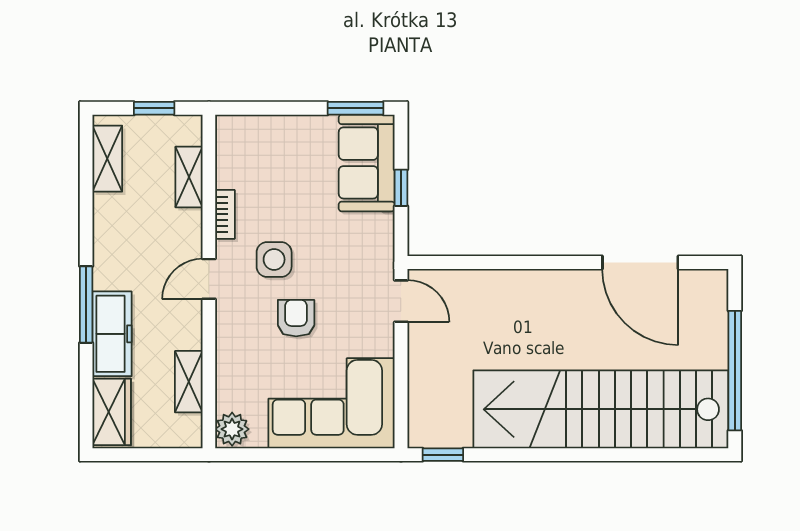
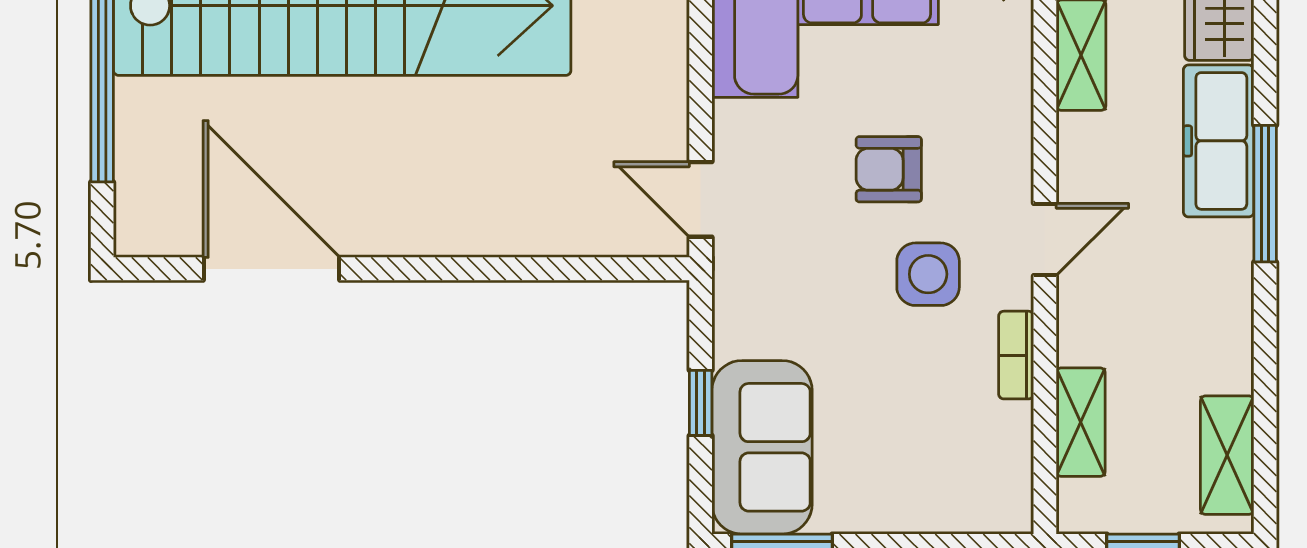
armchair: (296, 318) -> (889, 169), turned 90

